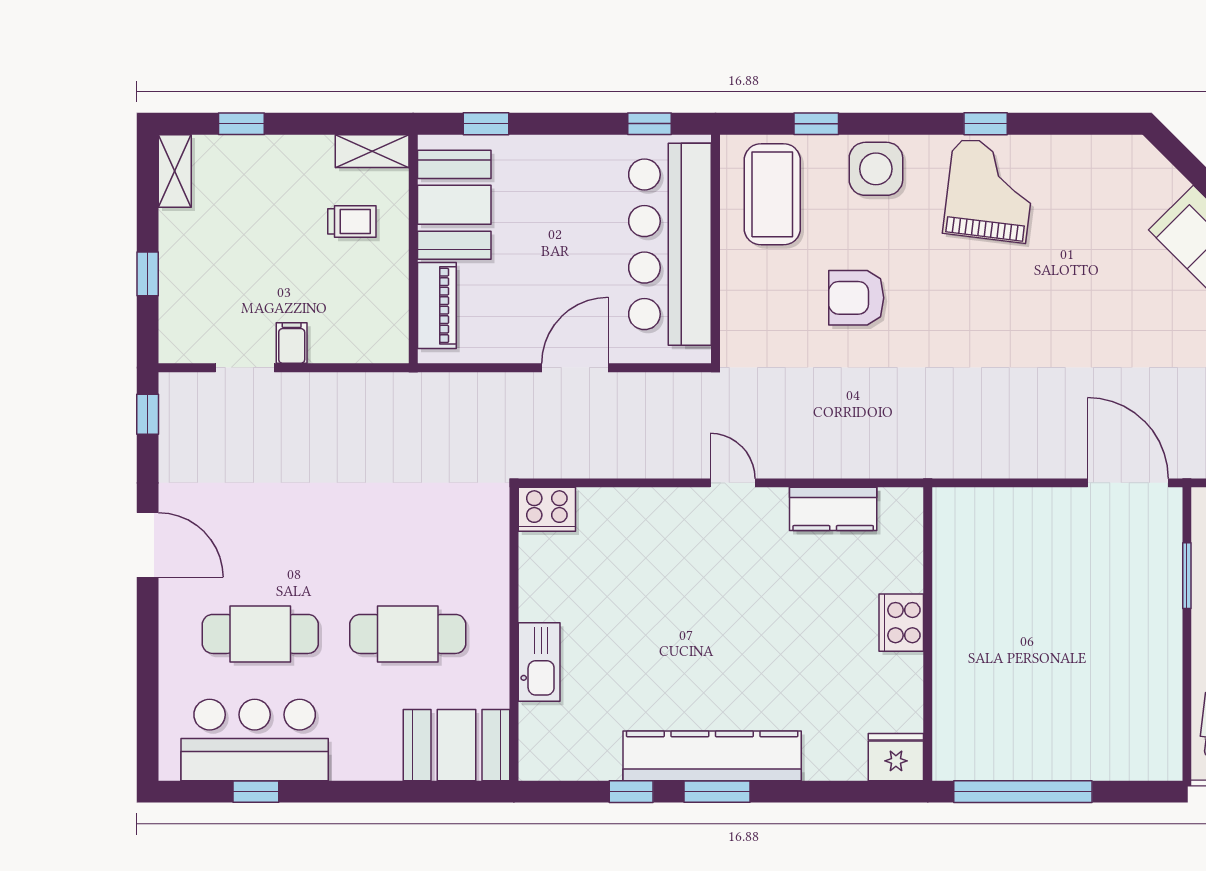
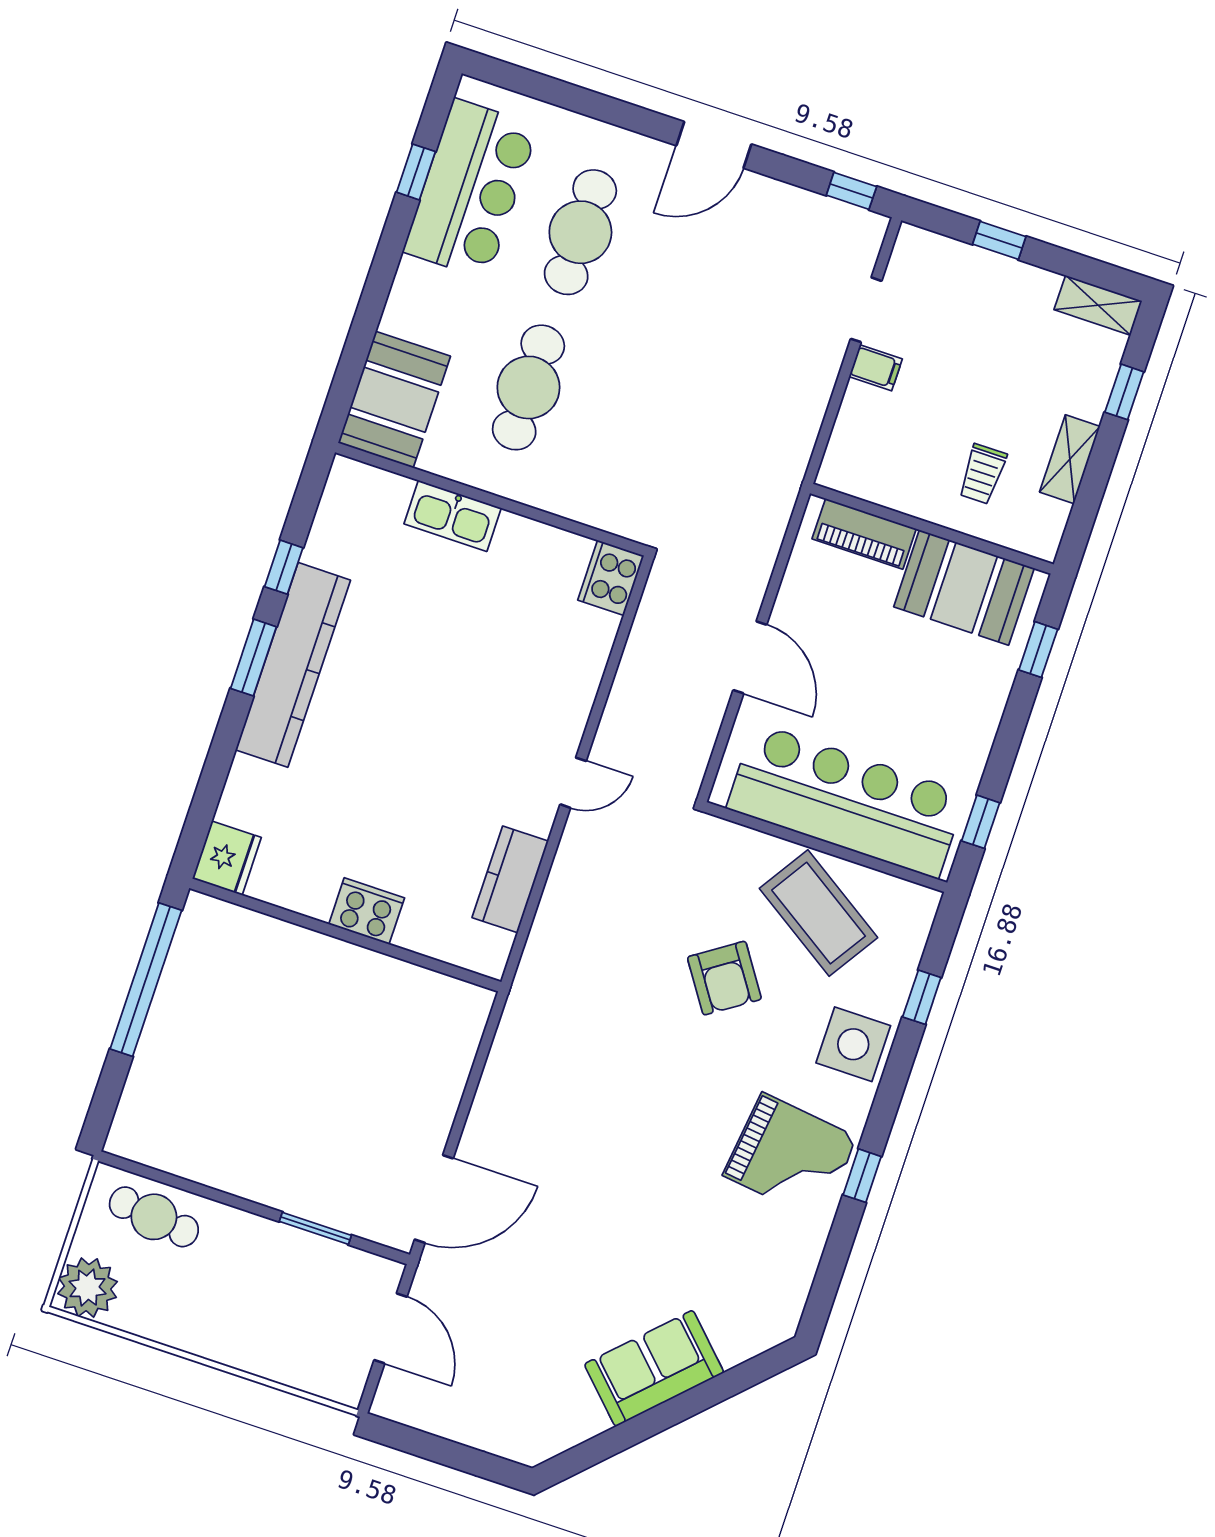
shelving: (372, 151) -> (1070, 459), moved
coffee table: (772, 194) -> (819, 913), moved, turned 33
armchair: (856, 298) -> (724, 978), turned 146

